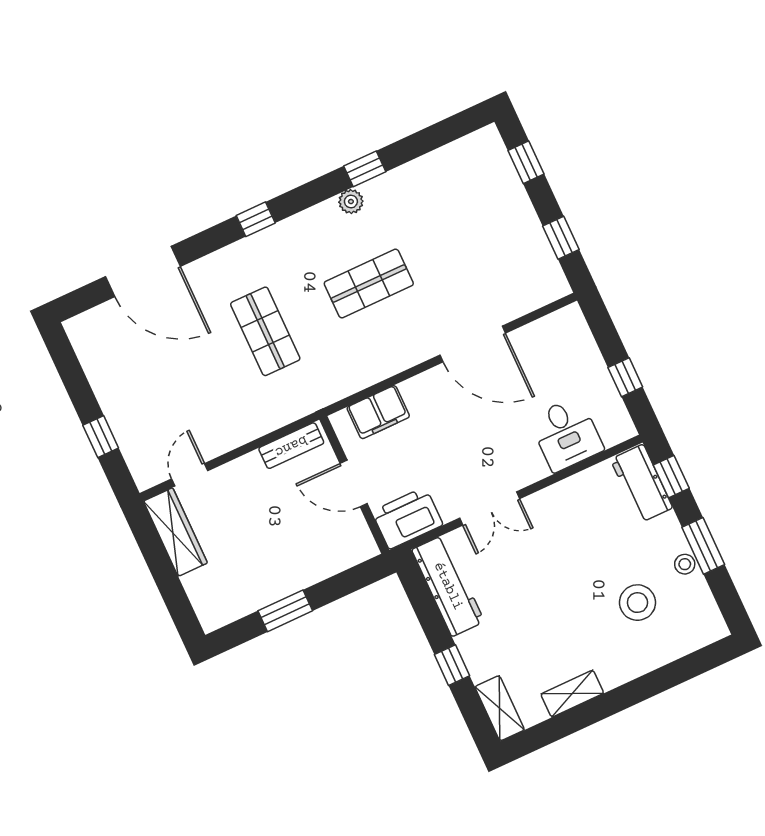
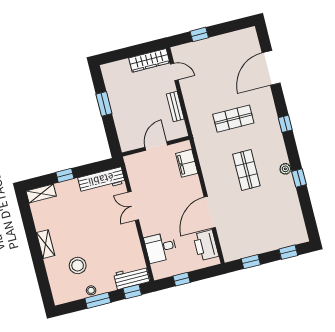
bench: (291, 446) -> (175, 107), moved
printer: (407, 518) -> (206, 245), moved, turned 180
shelving: (572, 694) -> (46, 244), moved

